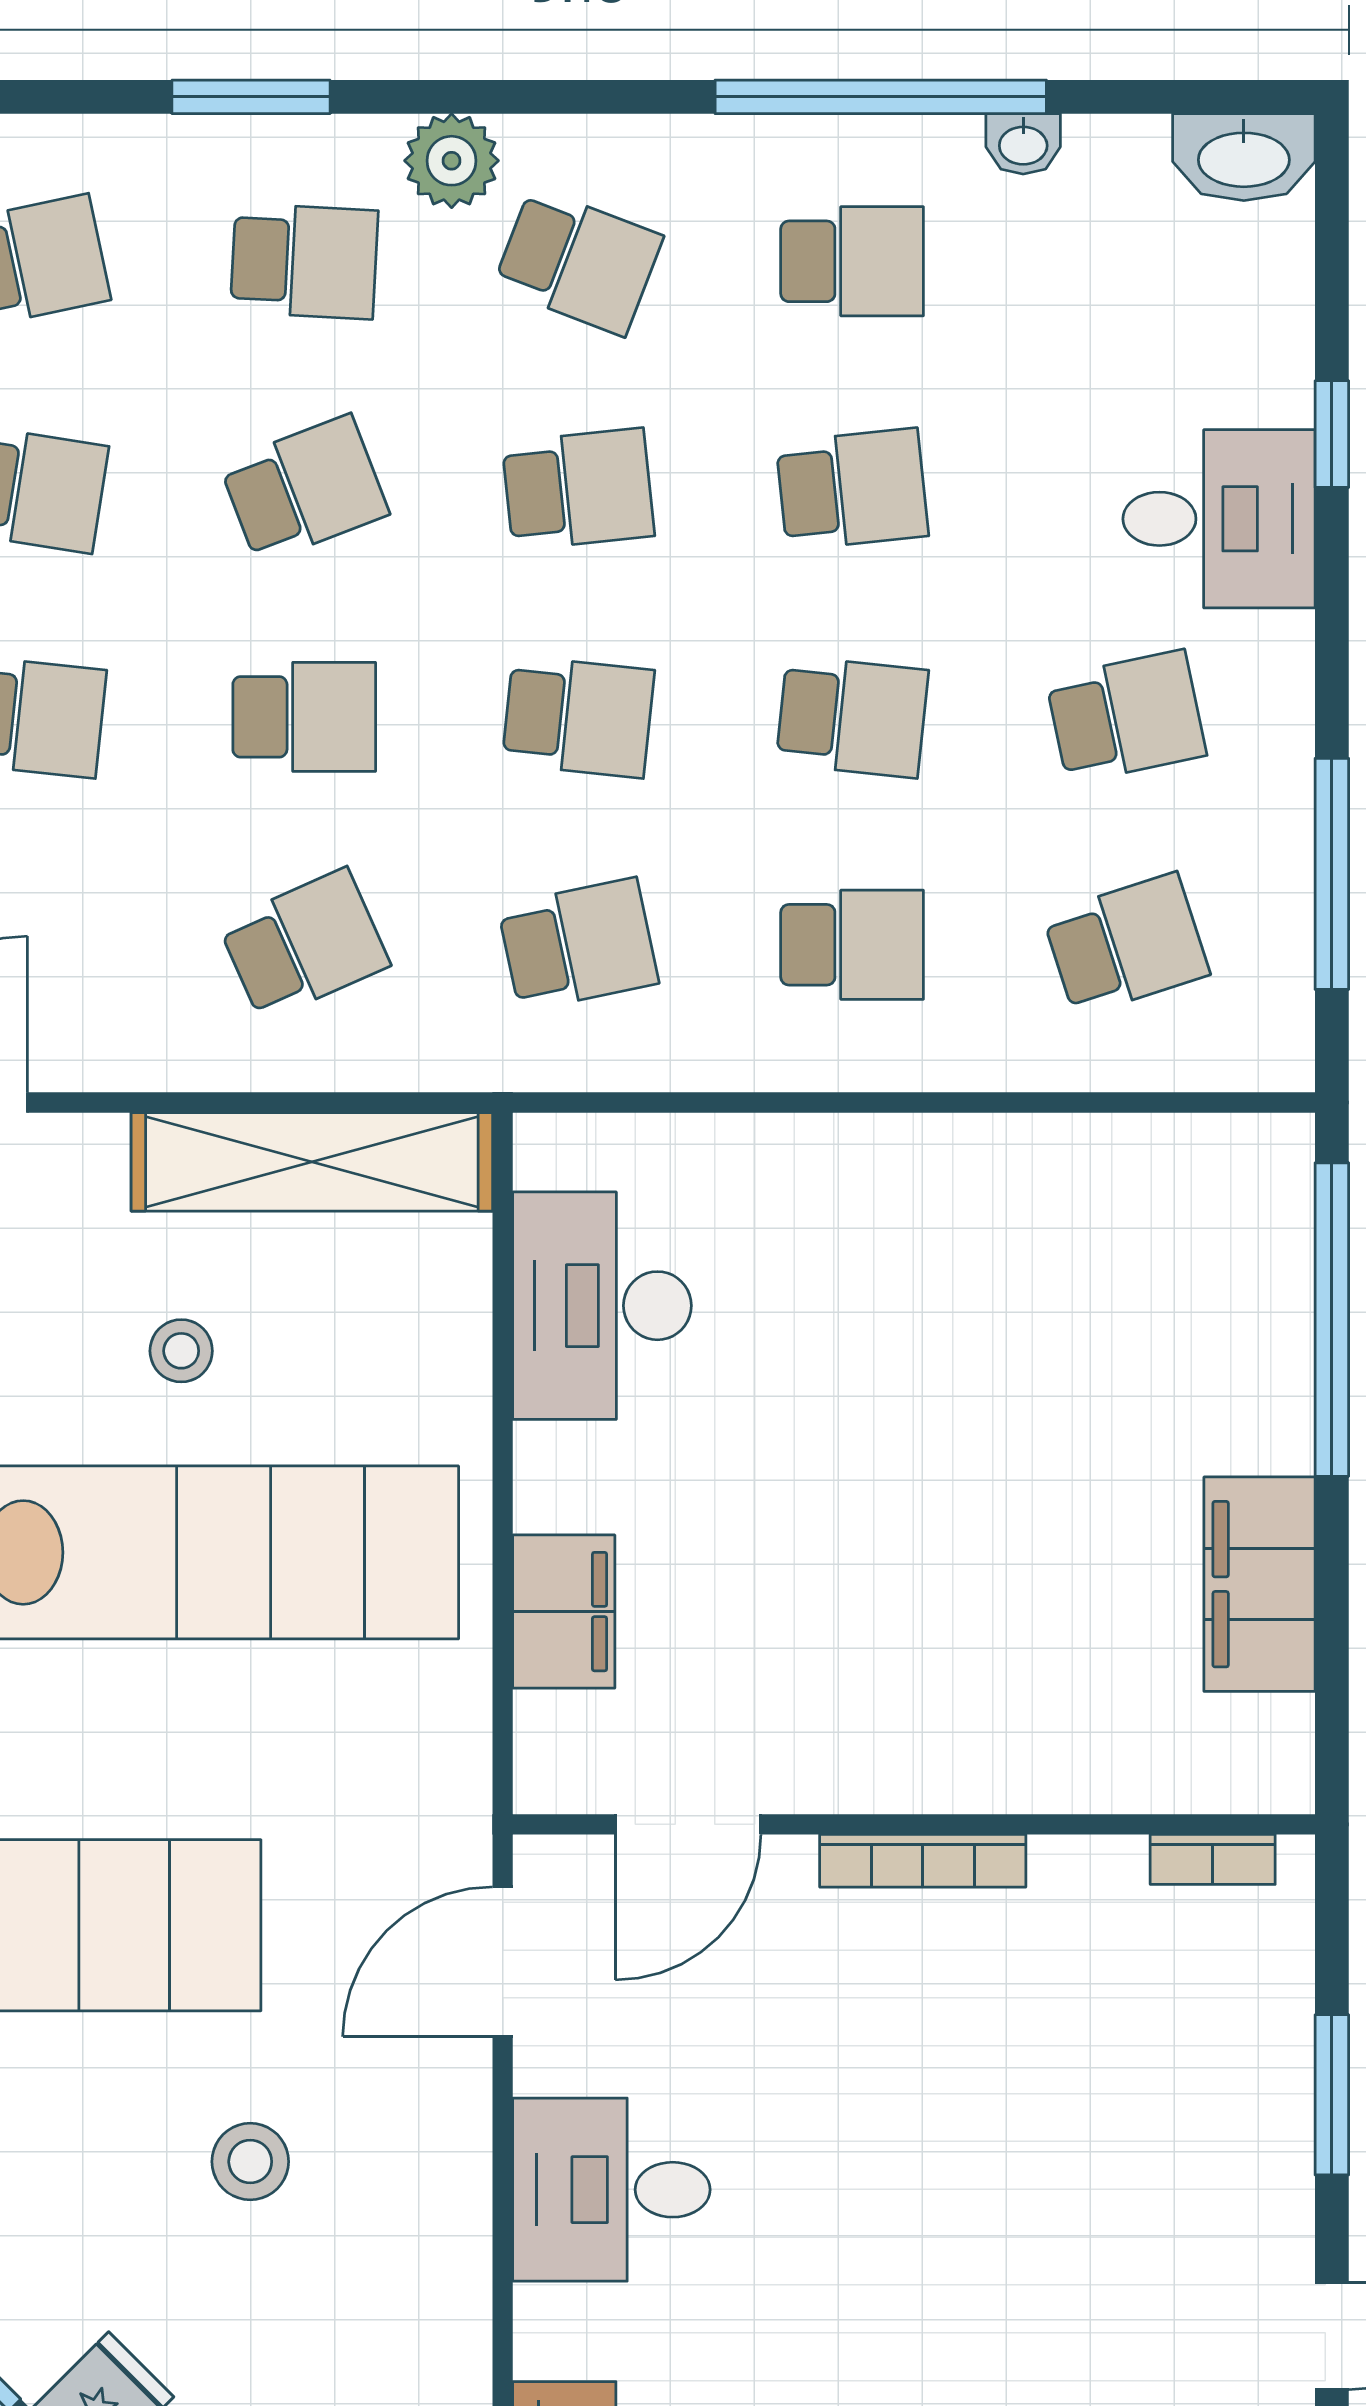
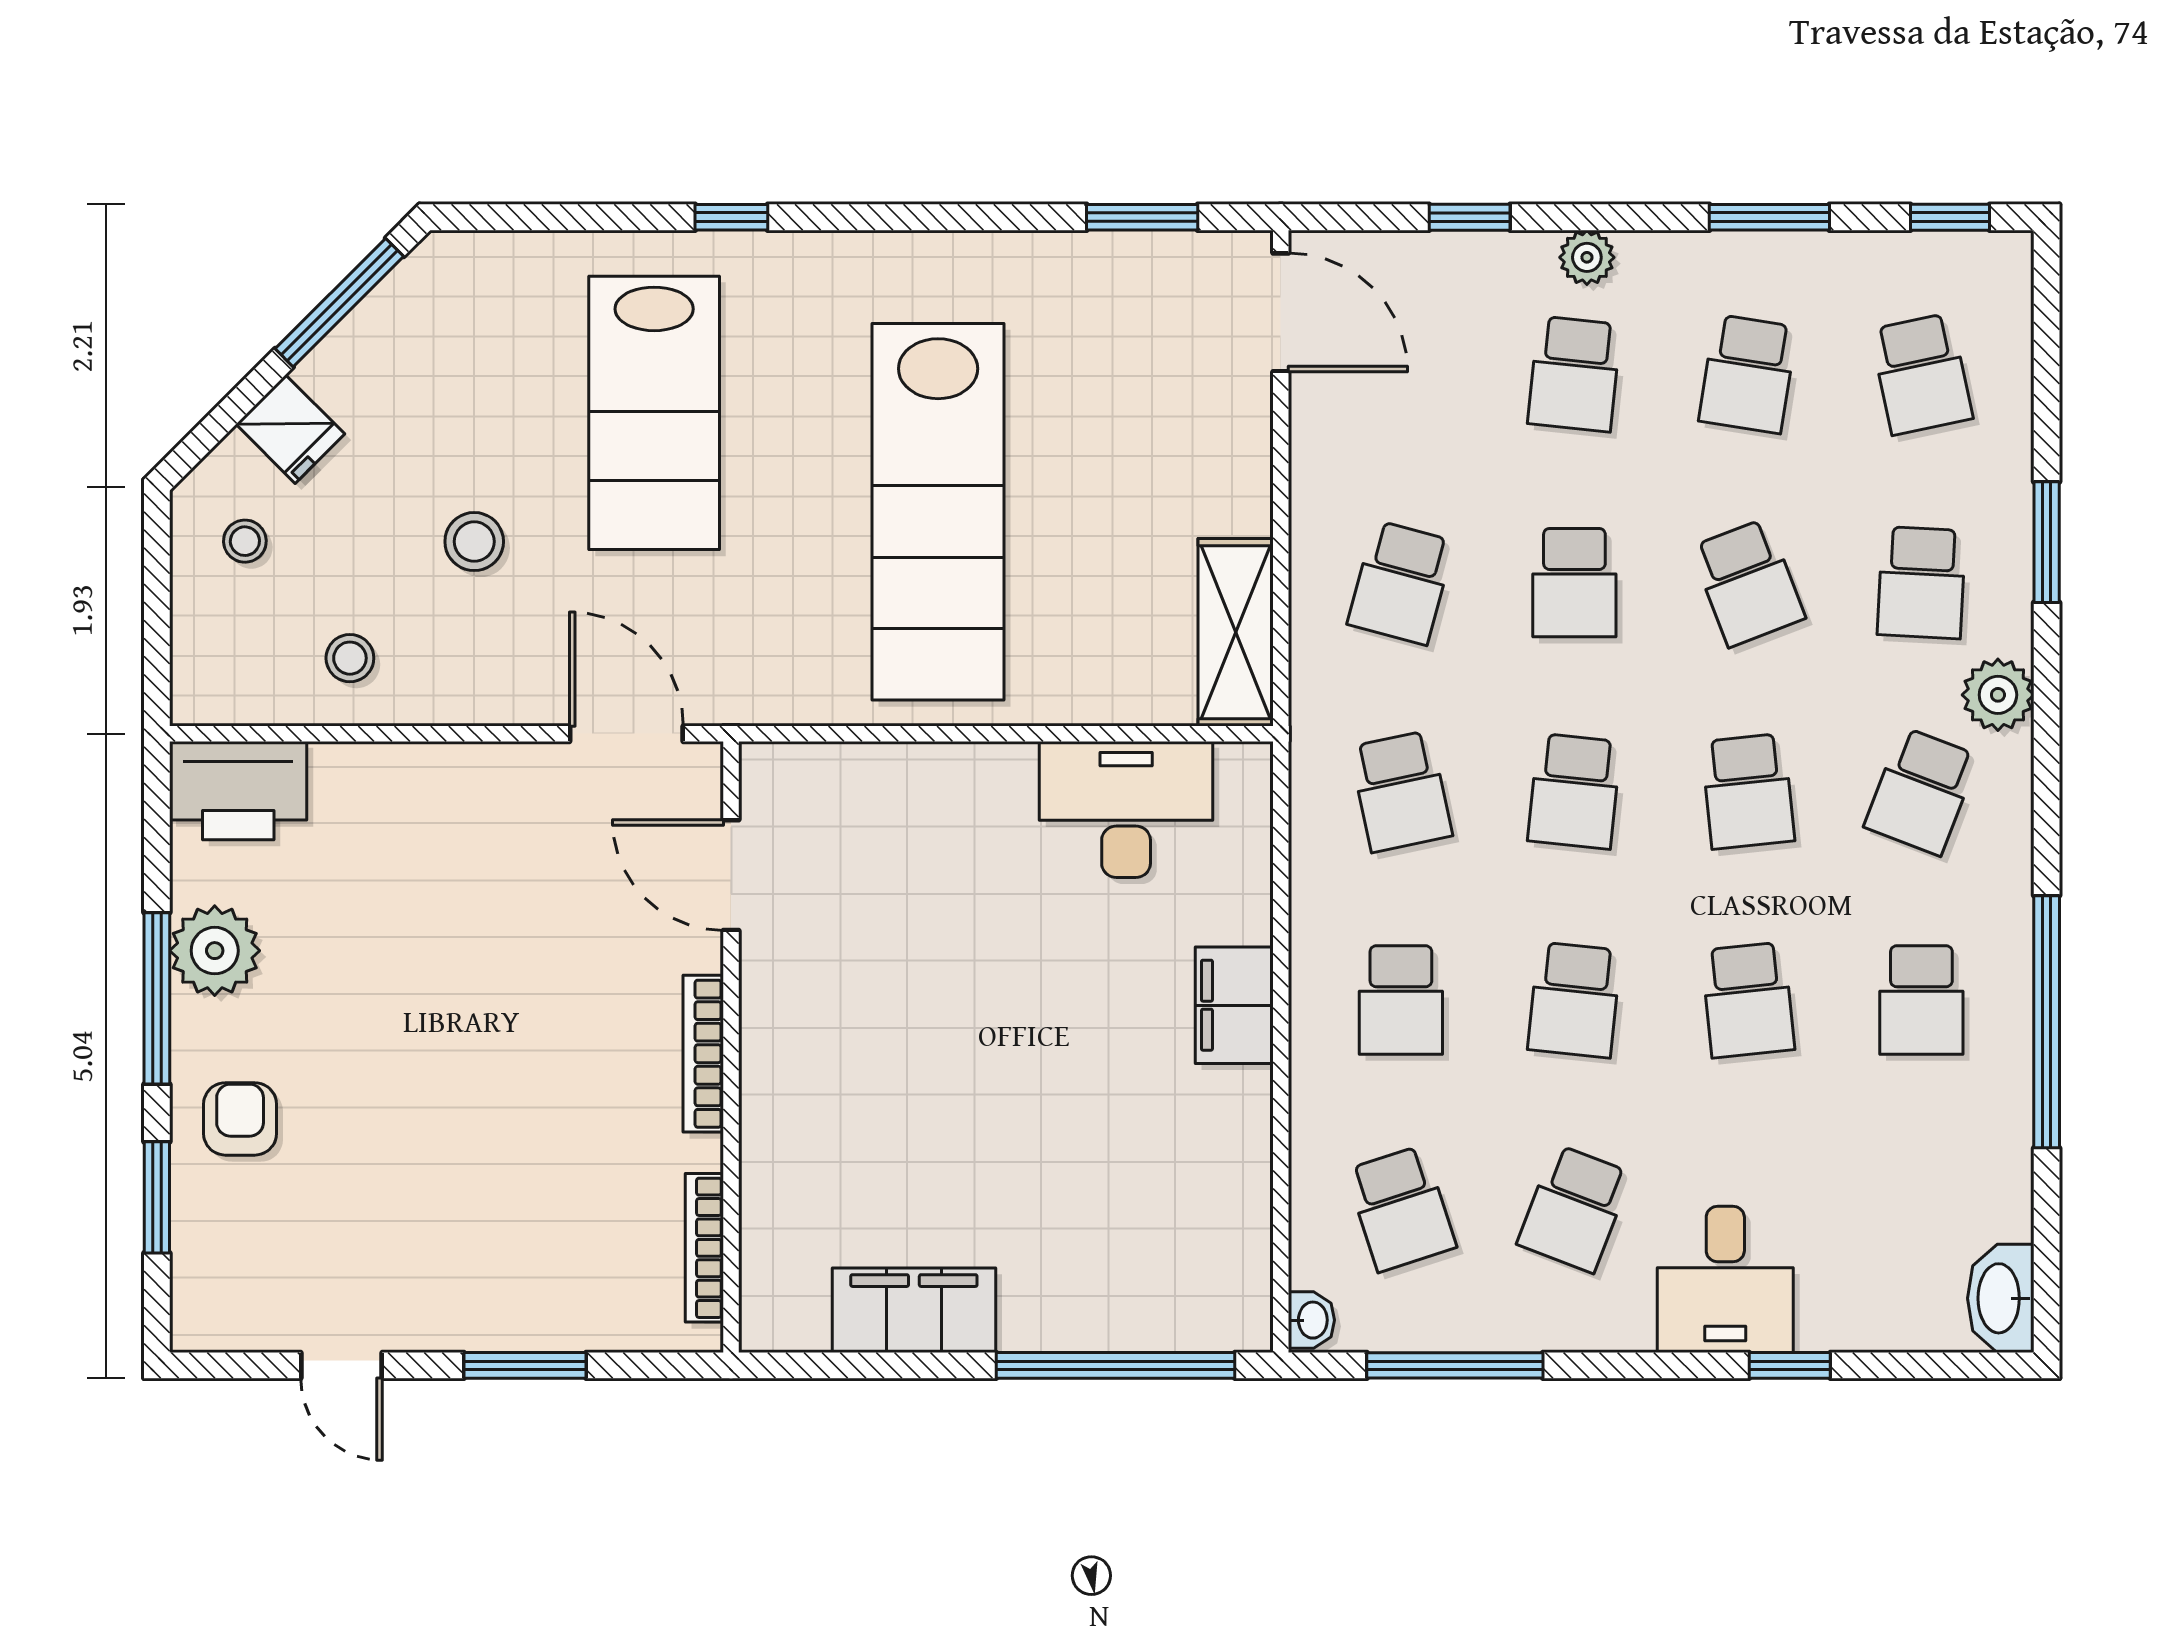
washbasin: (1023, 144) -> (1311, 1320), moved, turned 180
school desk: (1126, 717) -> (1574, 1209), turned 33
school desk: (304, 945) -> (1401, 583), turned 39
shelving: (312, 1162) -> (1236, 632), width x0.68
stool: (181, 1351) -> (350, 658), moved
filing cabinet: (564, 1612) -> (1234, 1005), moved, turned 90
bookcase: (1213, 1859) -> (704, 1248), width x1.56
desk: (611, 2190) -> (453, 817), removed

